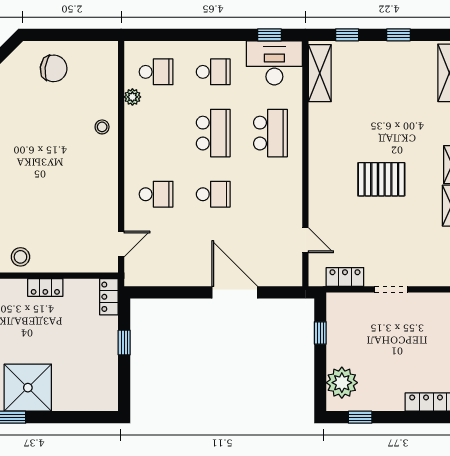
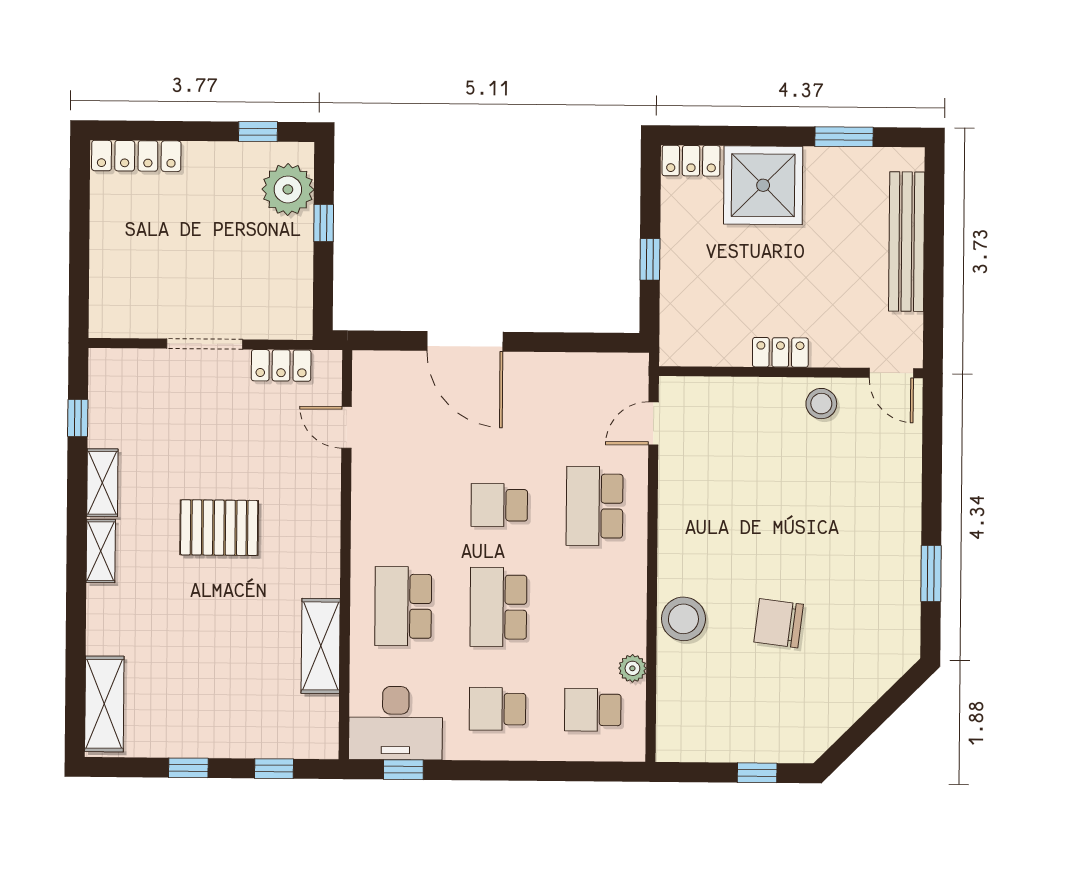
window: (57, 35) -> (757, 773), added
chair: (54, 68) -> (779, 623), moved
shelving: (320, 73) -> (321, 646), moved
stool: (102, 127) -> (683, 619), width x1.89, depth x1.89
school desk: (156, 194) -> (595, 506), width x1.85
doorway: (391, 289) -> (205, 344), width x1.38
locker: (109, 297) -> (691, 161), moved, turned 90
window: (320, 333) -> (324, 223), moved
shower: (28, 388) -> (763, 185), moved

